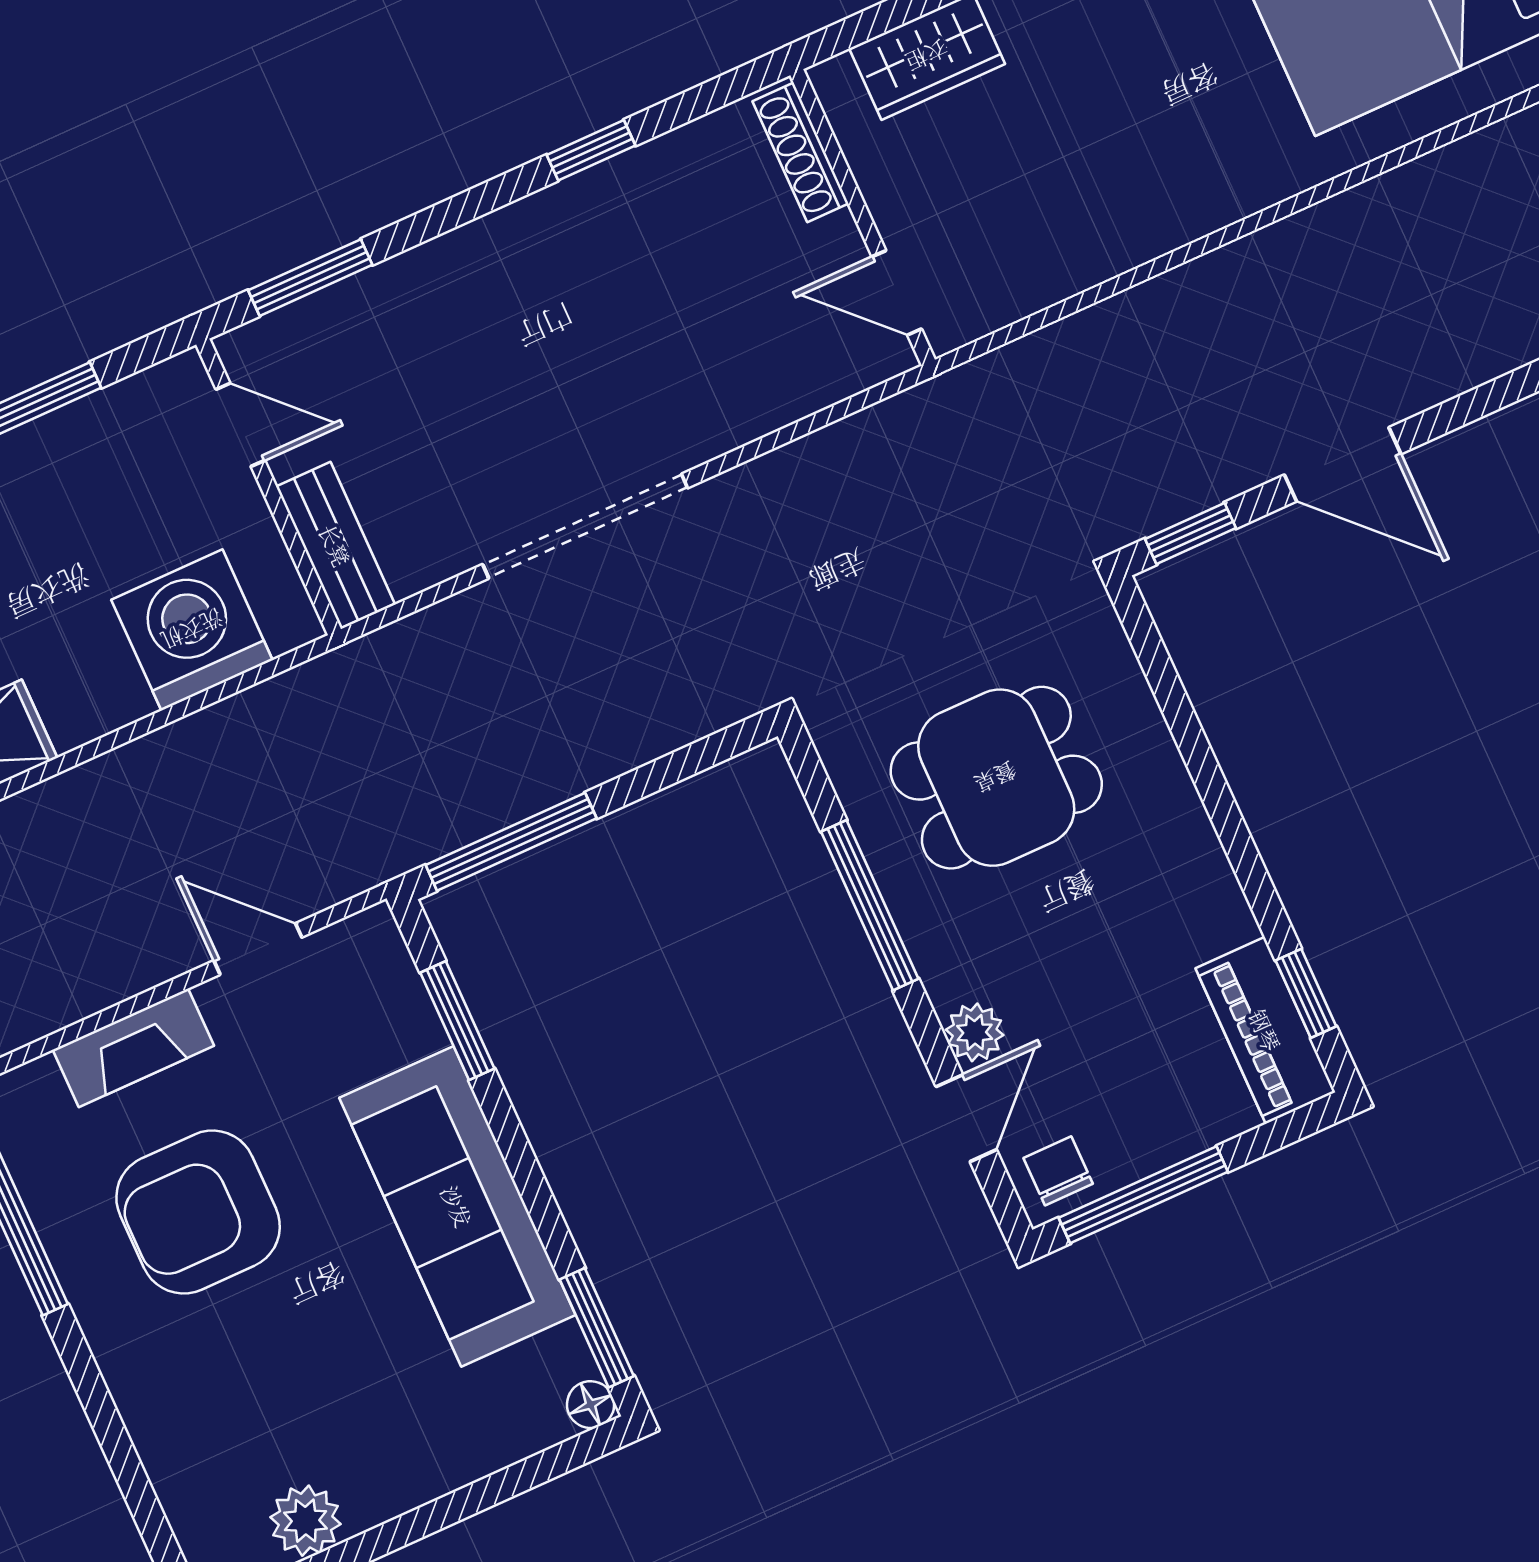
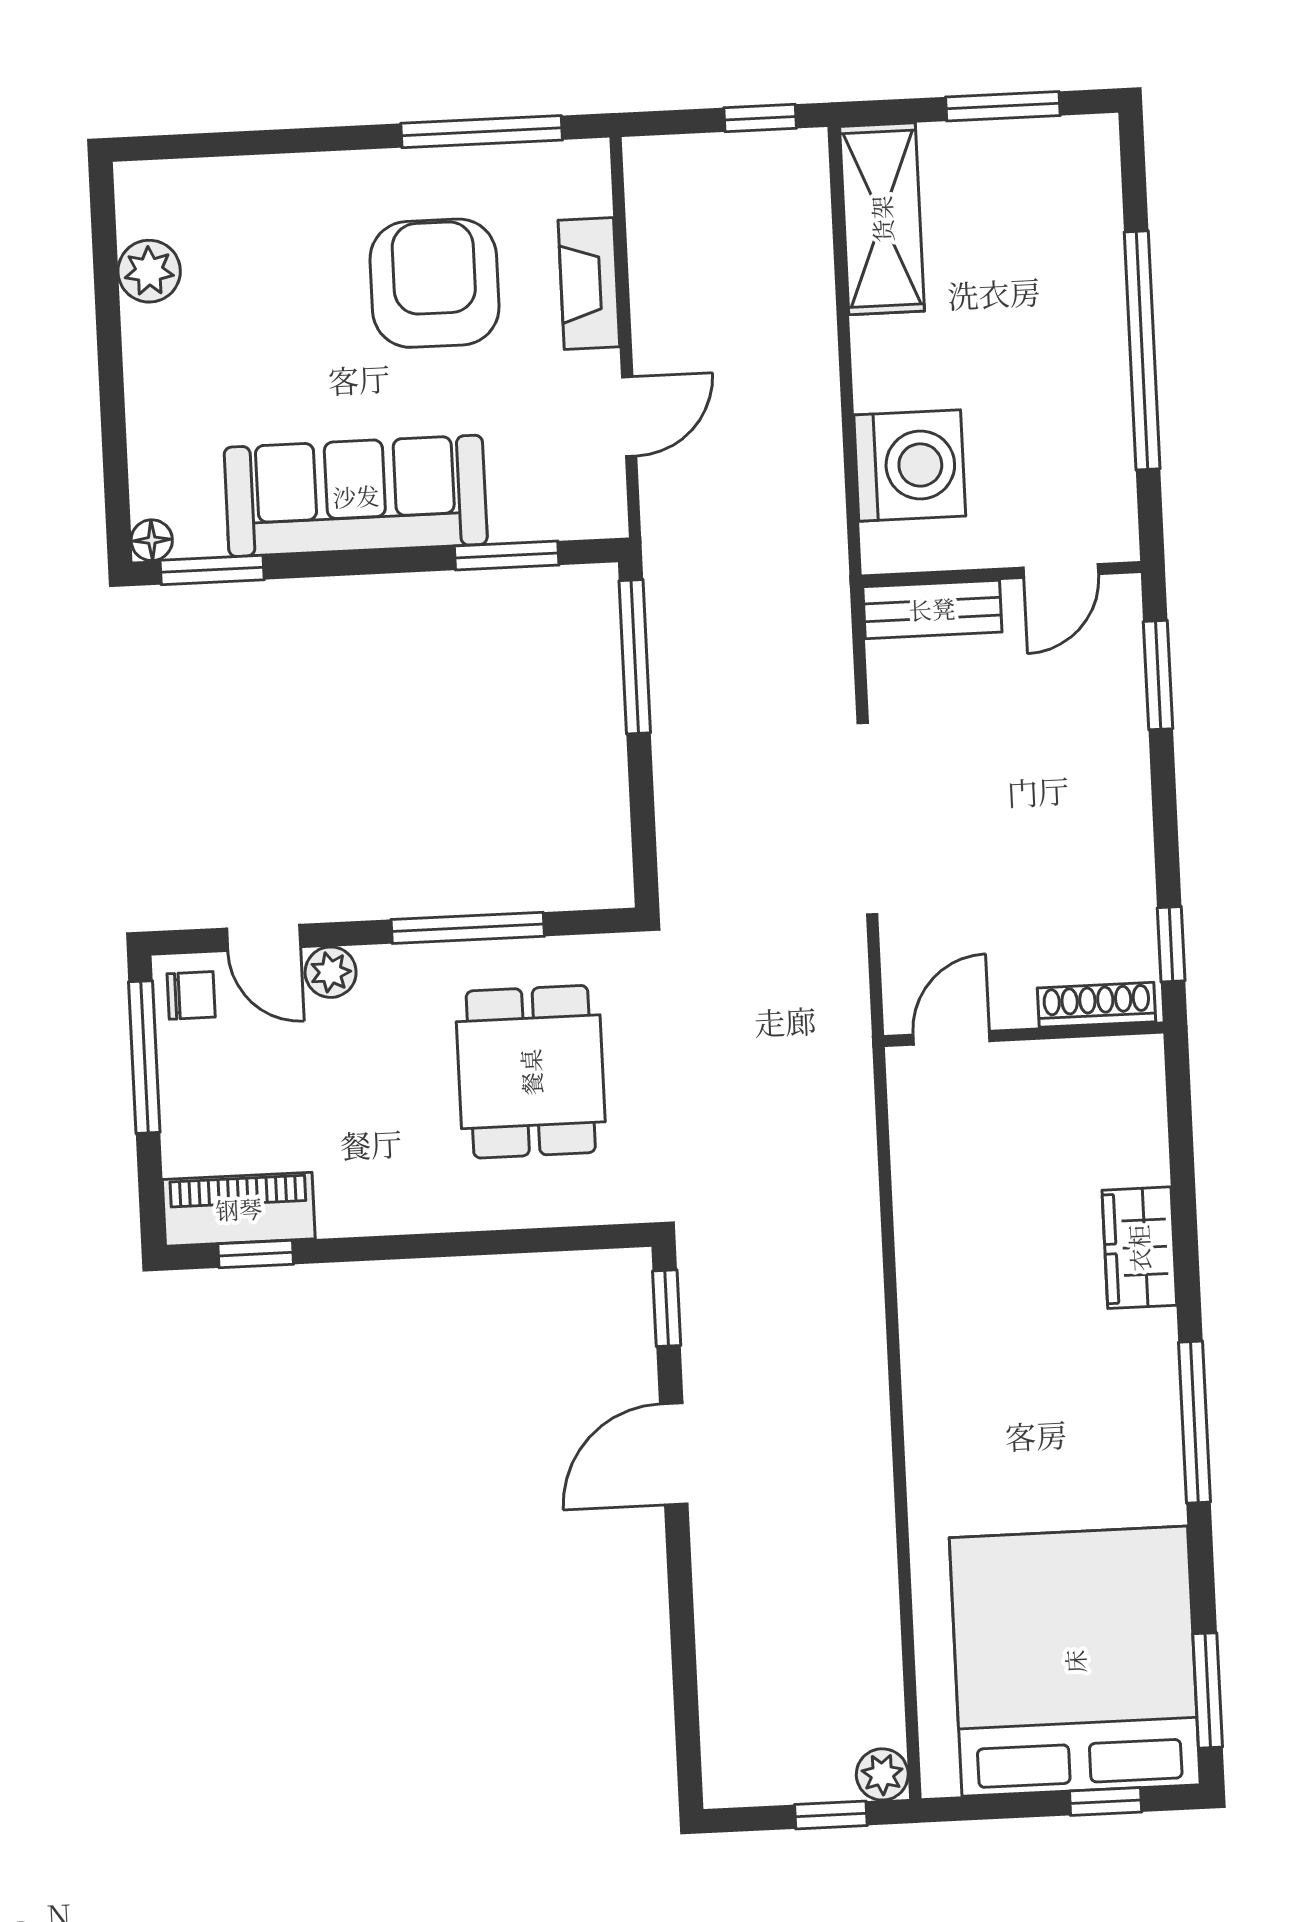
shoe rack: (801, 152) -> (1097, 1005), moved
wall: (863, 217) -> (1024, 1034), moved
door: (897, 293) -> (951, 1038), moved

